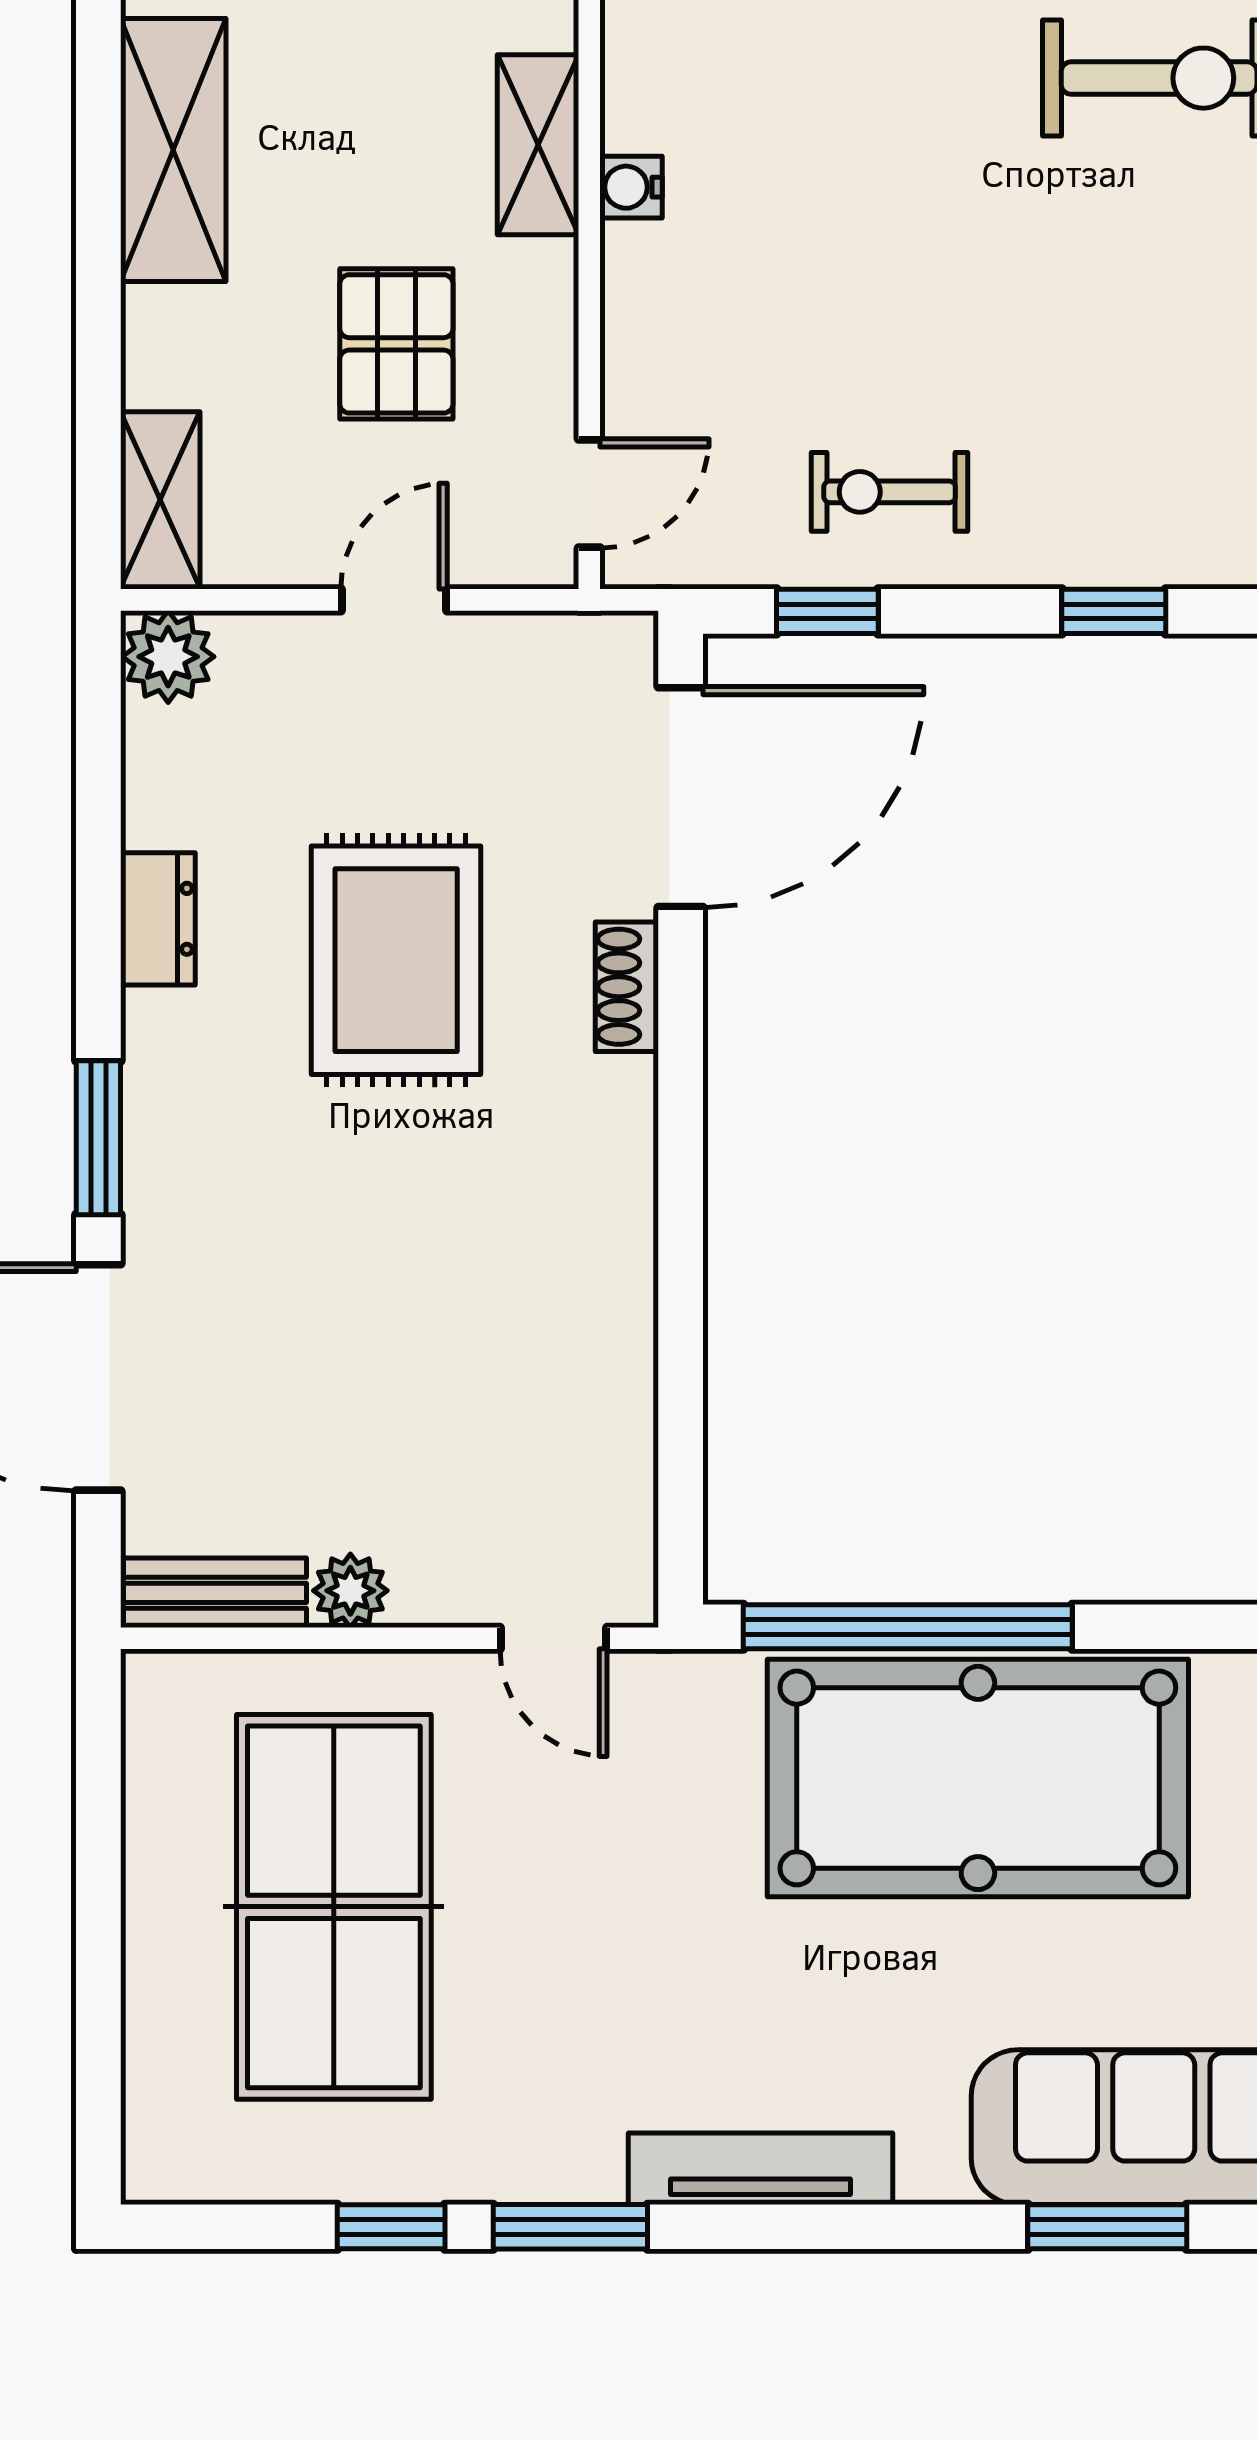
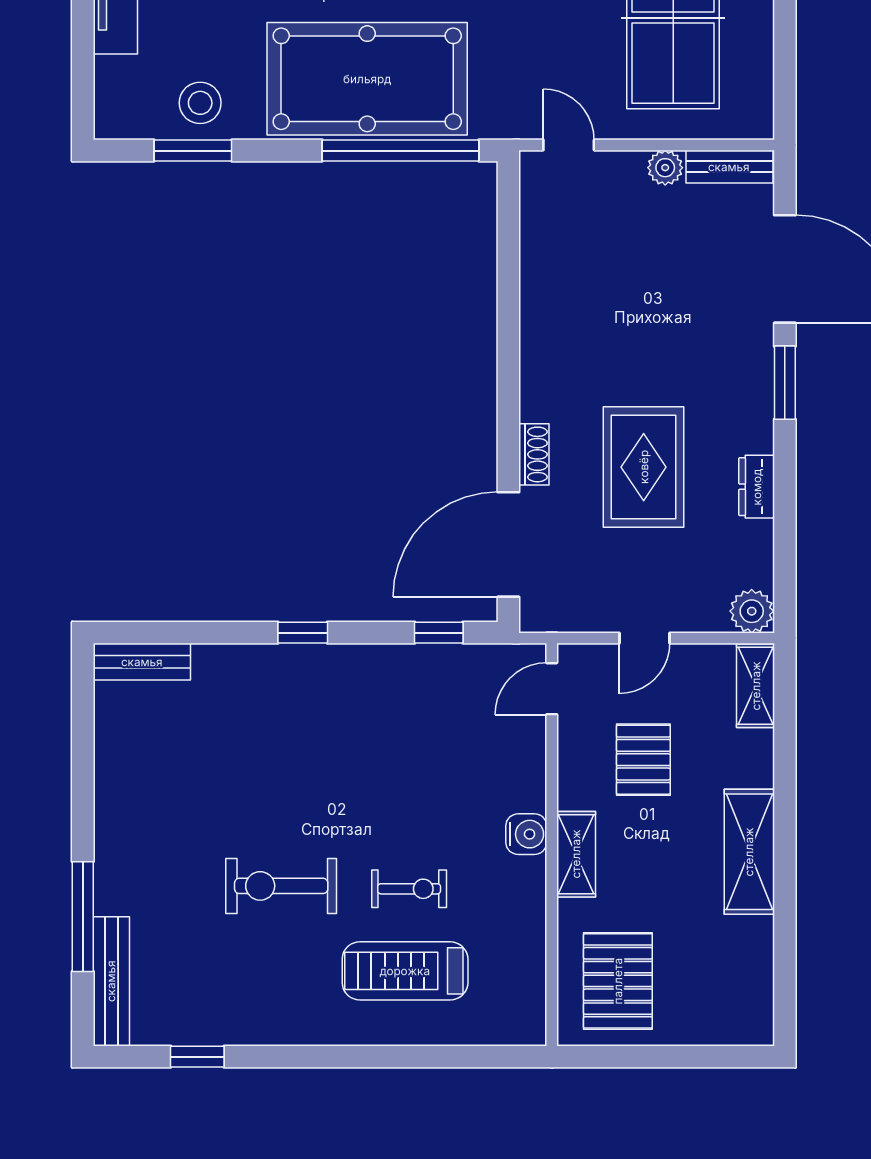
water cooler: (631, 187) -> (526, 834), width x1.38, depth x1.38
exercise bike: (890, 492) -> (409, 889), moved

